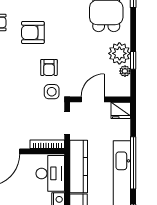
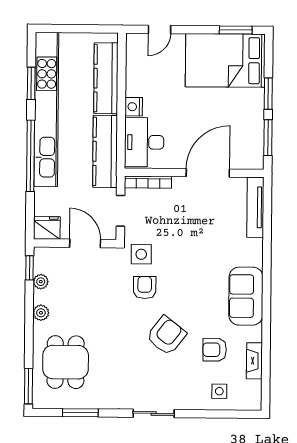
armchair: (33, 32) -> (166, 336), turned -52
plant: (119, 53) -> (41, 313), width x0.53, depth x0.53
window: (133, 60) -> (30, 268), moved
door: (93, 99) -> (85, 243), swing flipped

